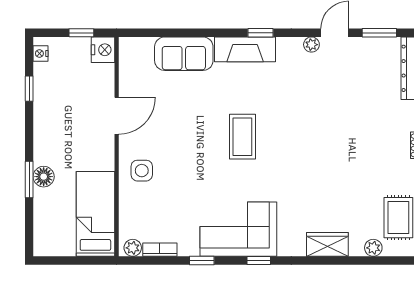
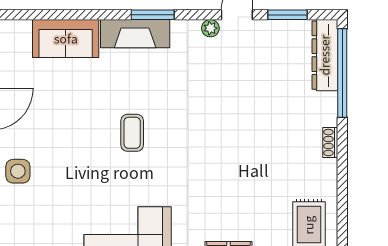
window: (261, 33) -> (153, 15), width x1.50
coffee table: (242, 137) -> (132, 133), width x0.73, depth x0.77

